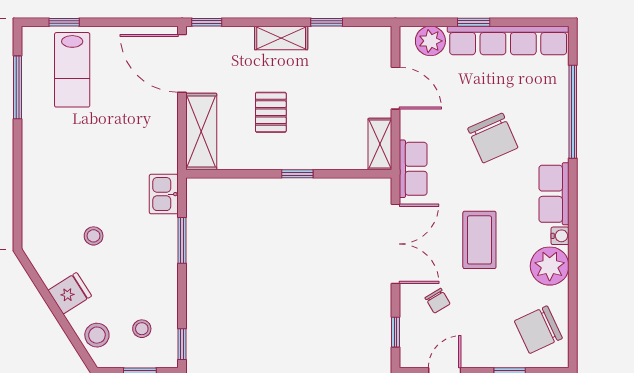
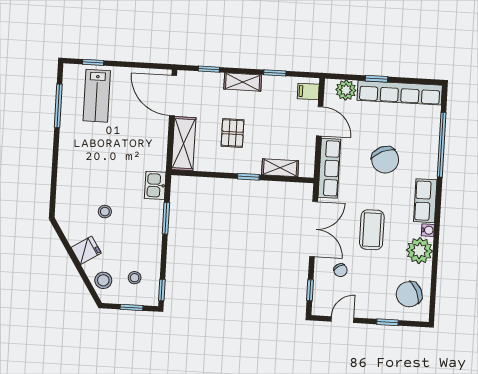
window: (207, 22) -> (209, 69), moved
filing cabinet: (376, 46) -> (308, 91), added
shelving: (380, 144) -> (280, 168), moved, turned 90
row of seats: (413, 169) -> (329, 168), width x1.48

